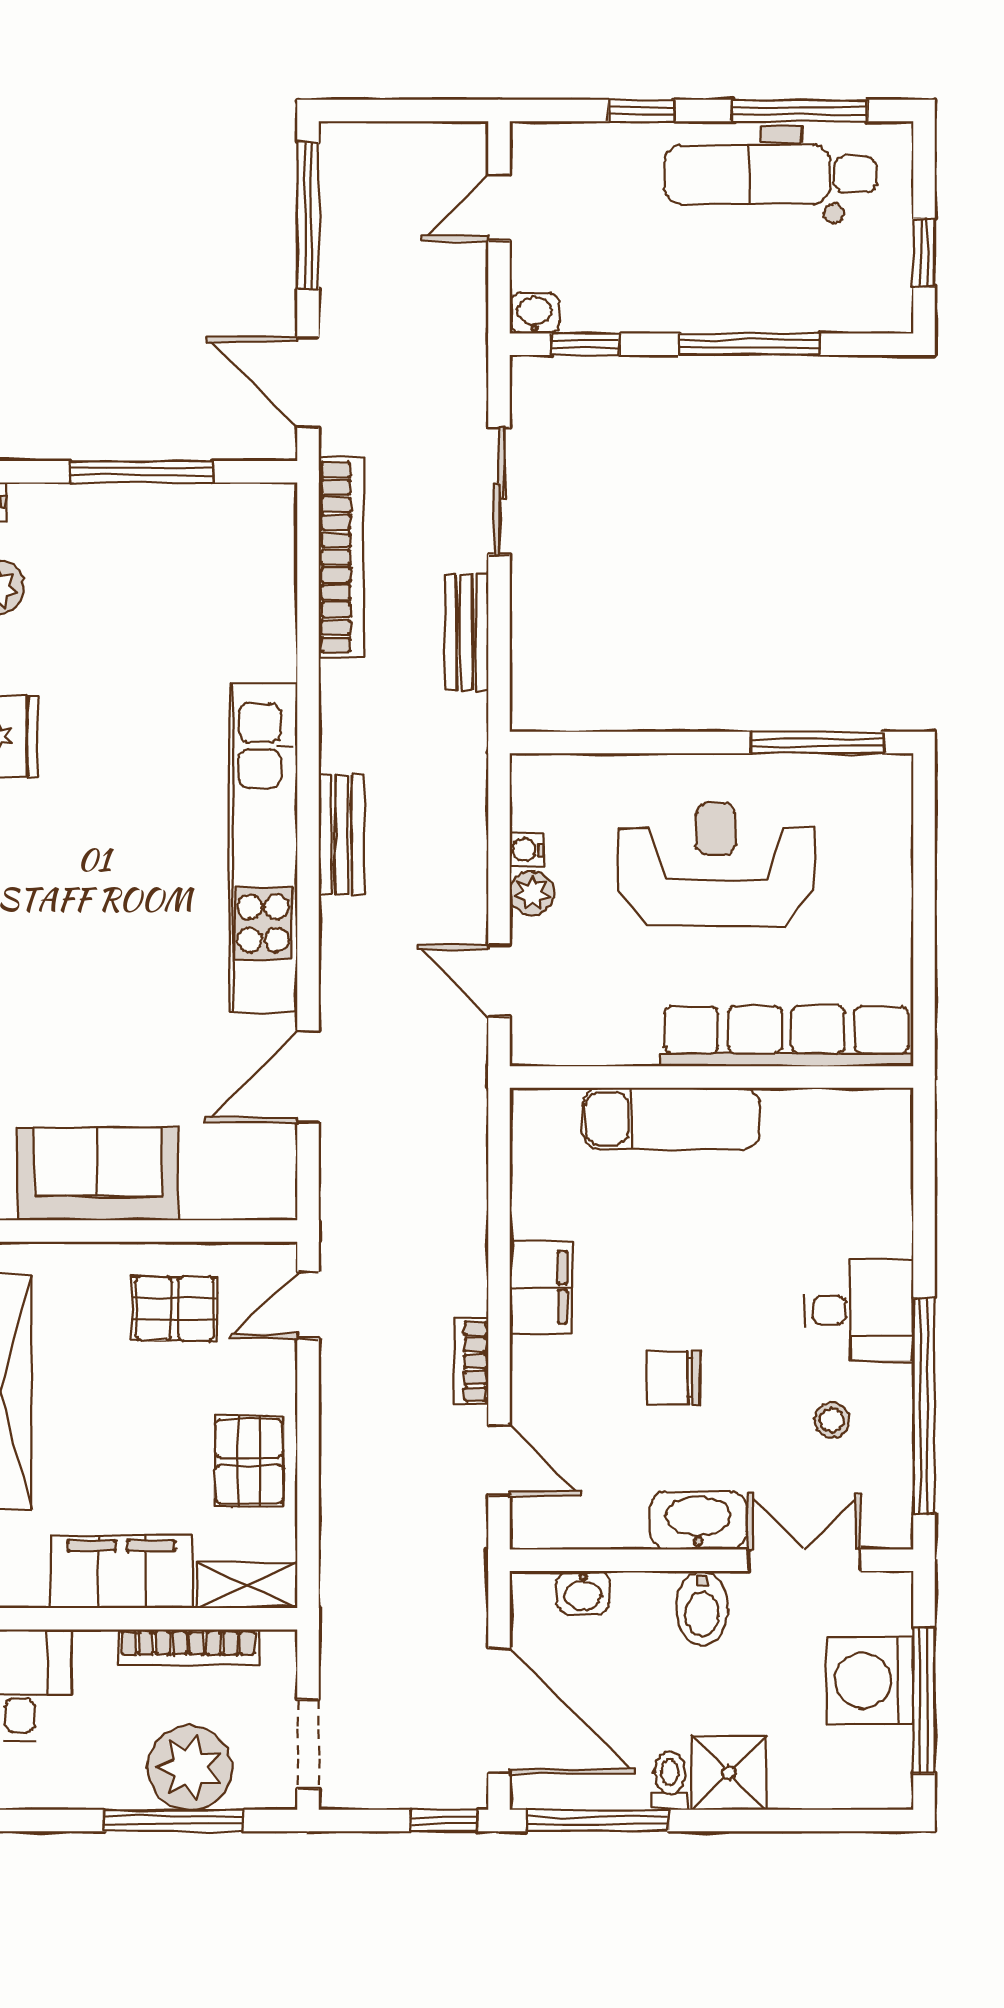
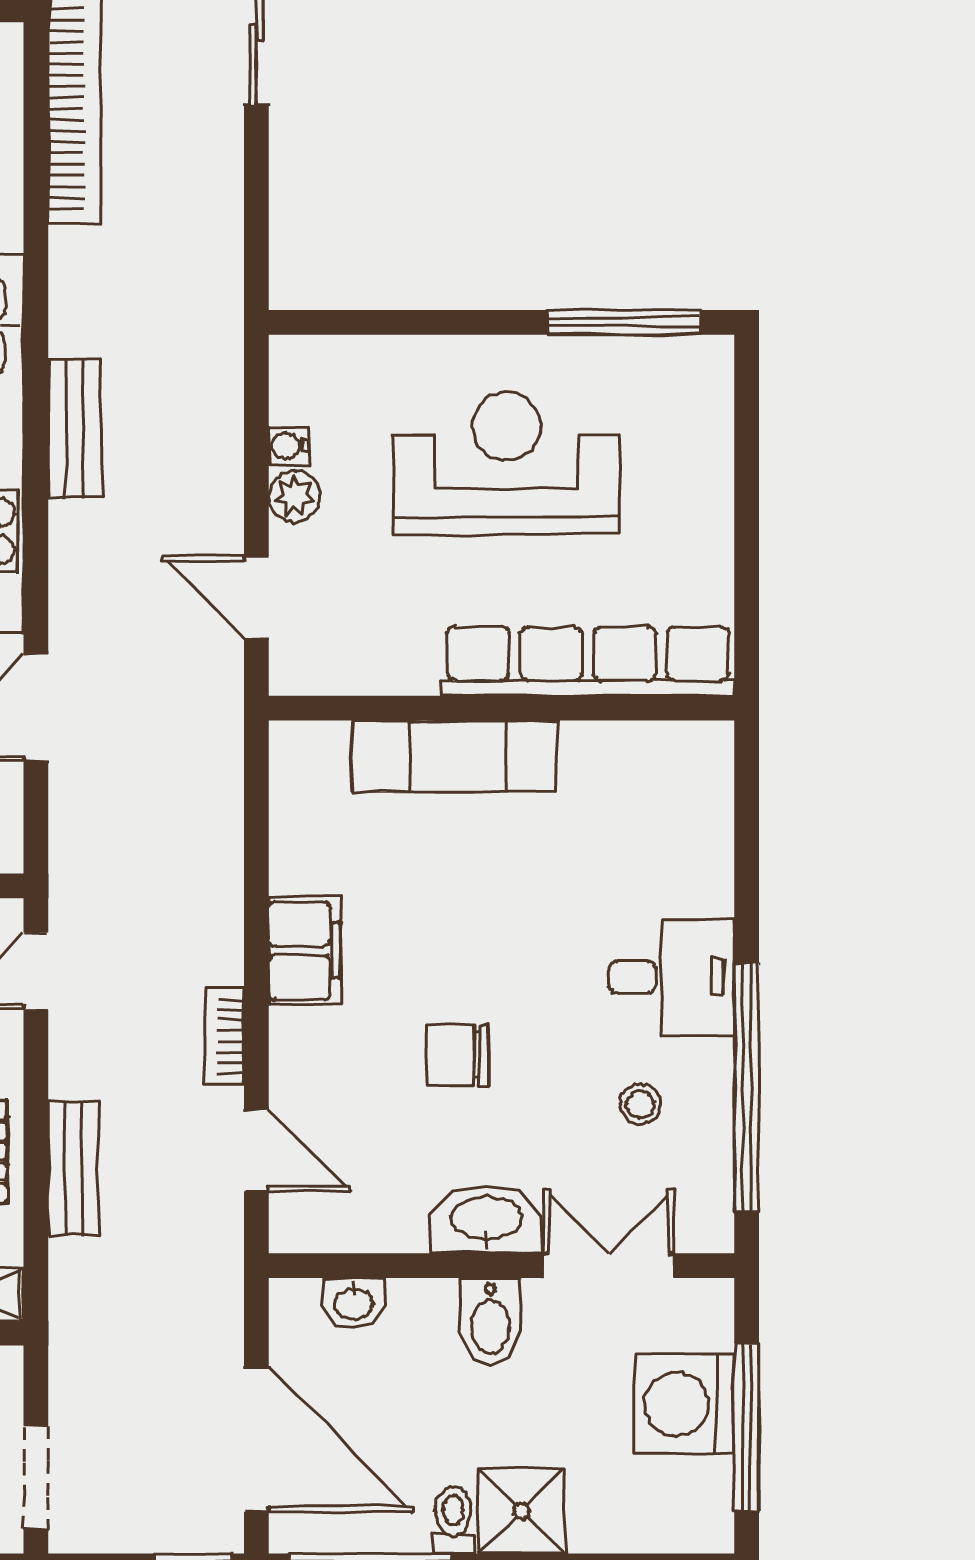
bench: (466, 632) -> (74, 1169), moved

